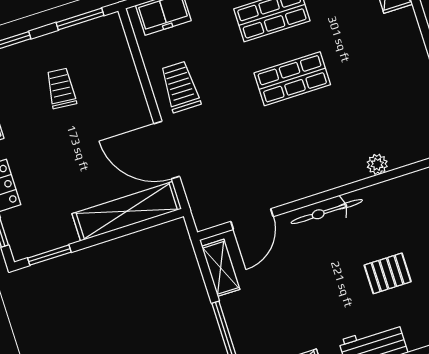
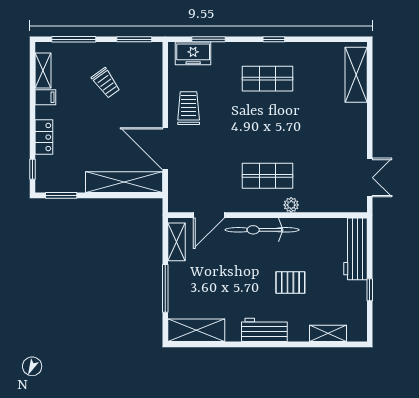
shop shelf: (292, 79) -> (268, 176), moved
trolley: (61, 88) -> (106, 83), turned 139
plant: (377, 164) -> (291, 205), moved
bicycle: (327, 212) -> (262, 230), width x1.37, depth x1.40

